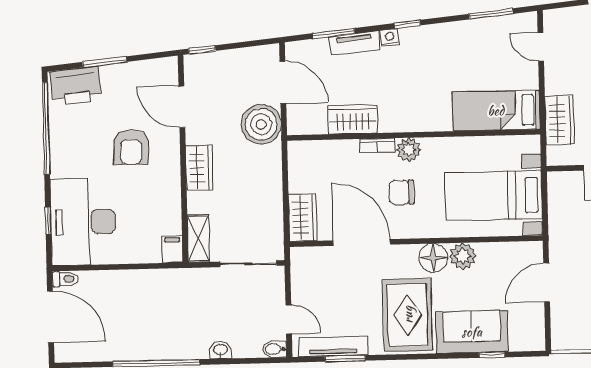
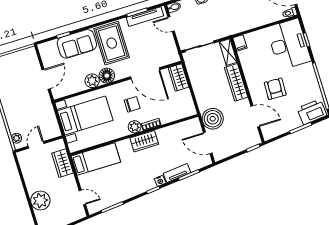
wardrobe: (353, 119) -> (144, 141), moved
wardrobe: (199, 168) -> (236, 82), width x1.50

